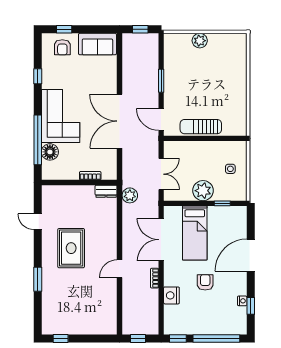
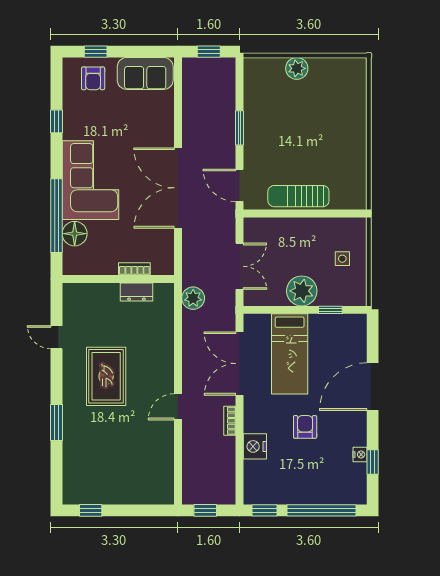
dresser: (106, 191) -> (136, 292), moved

